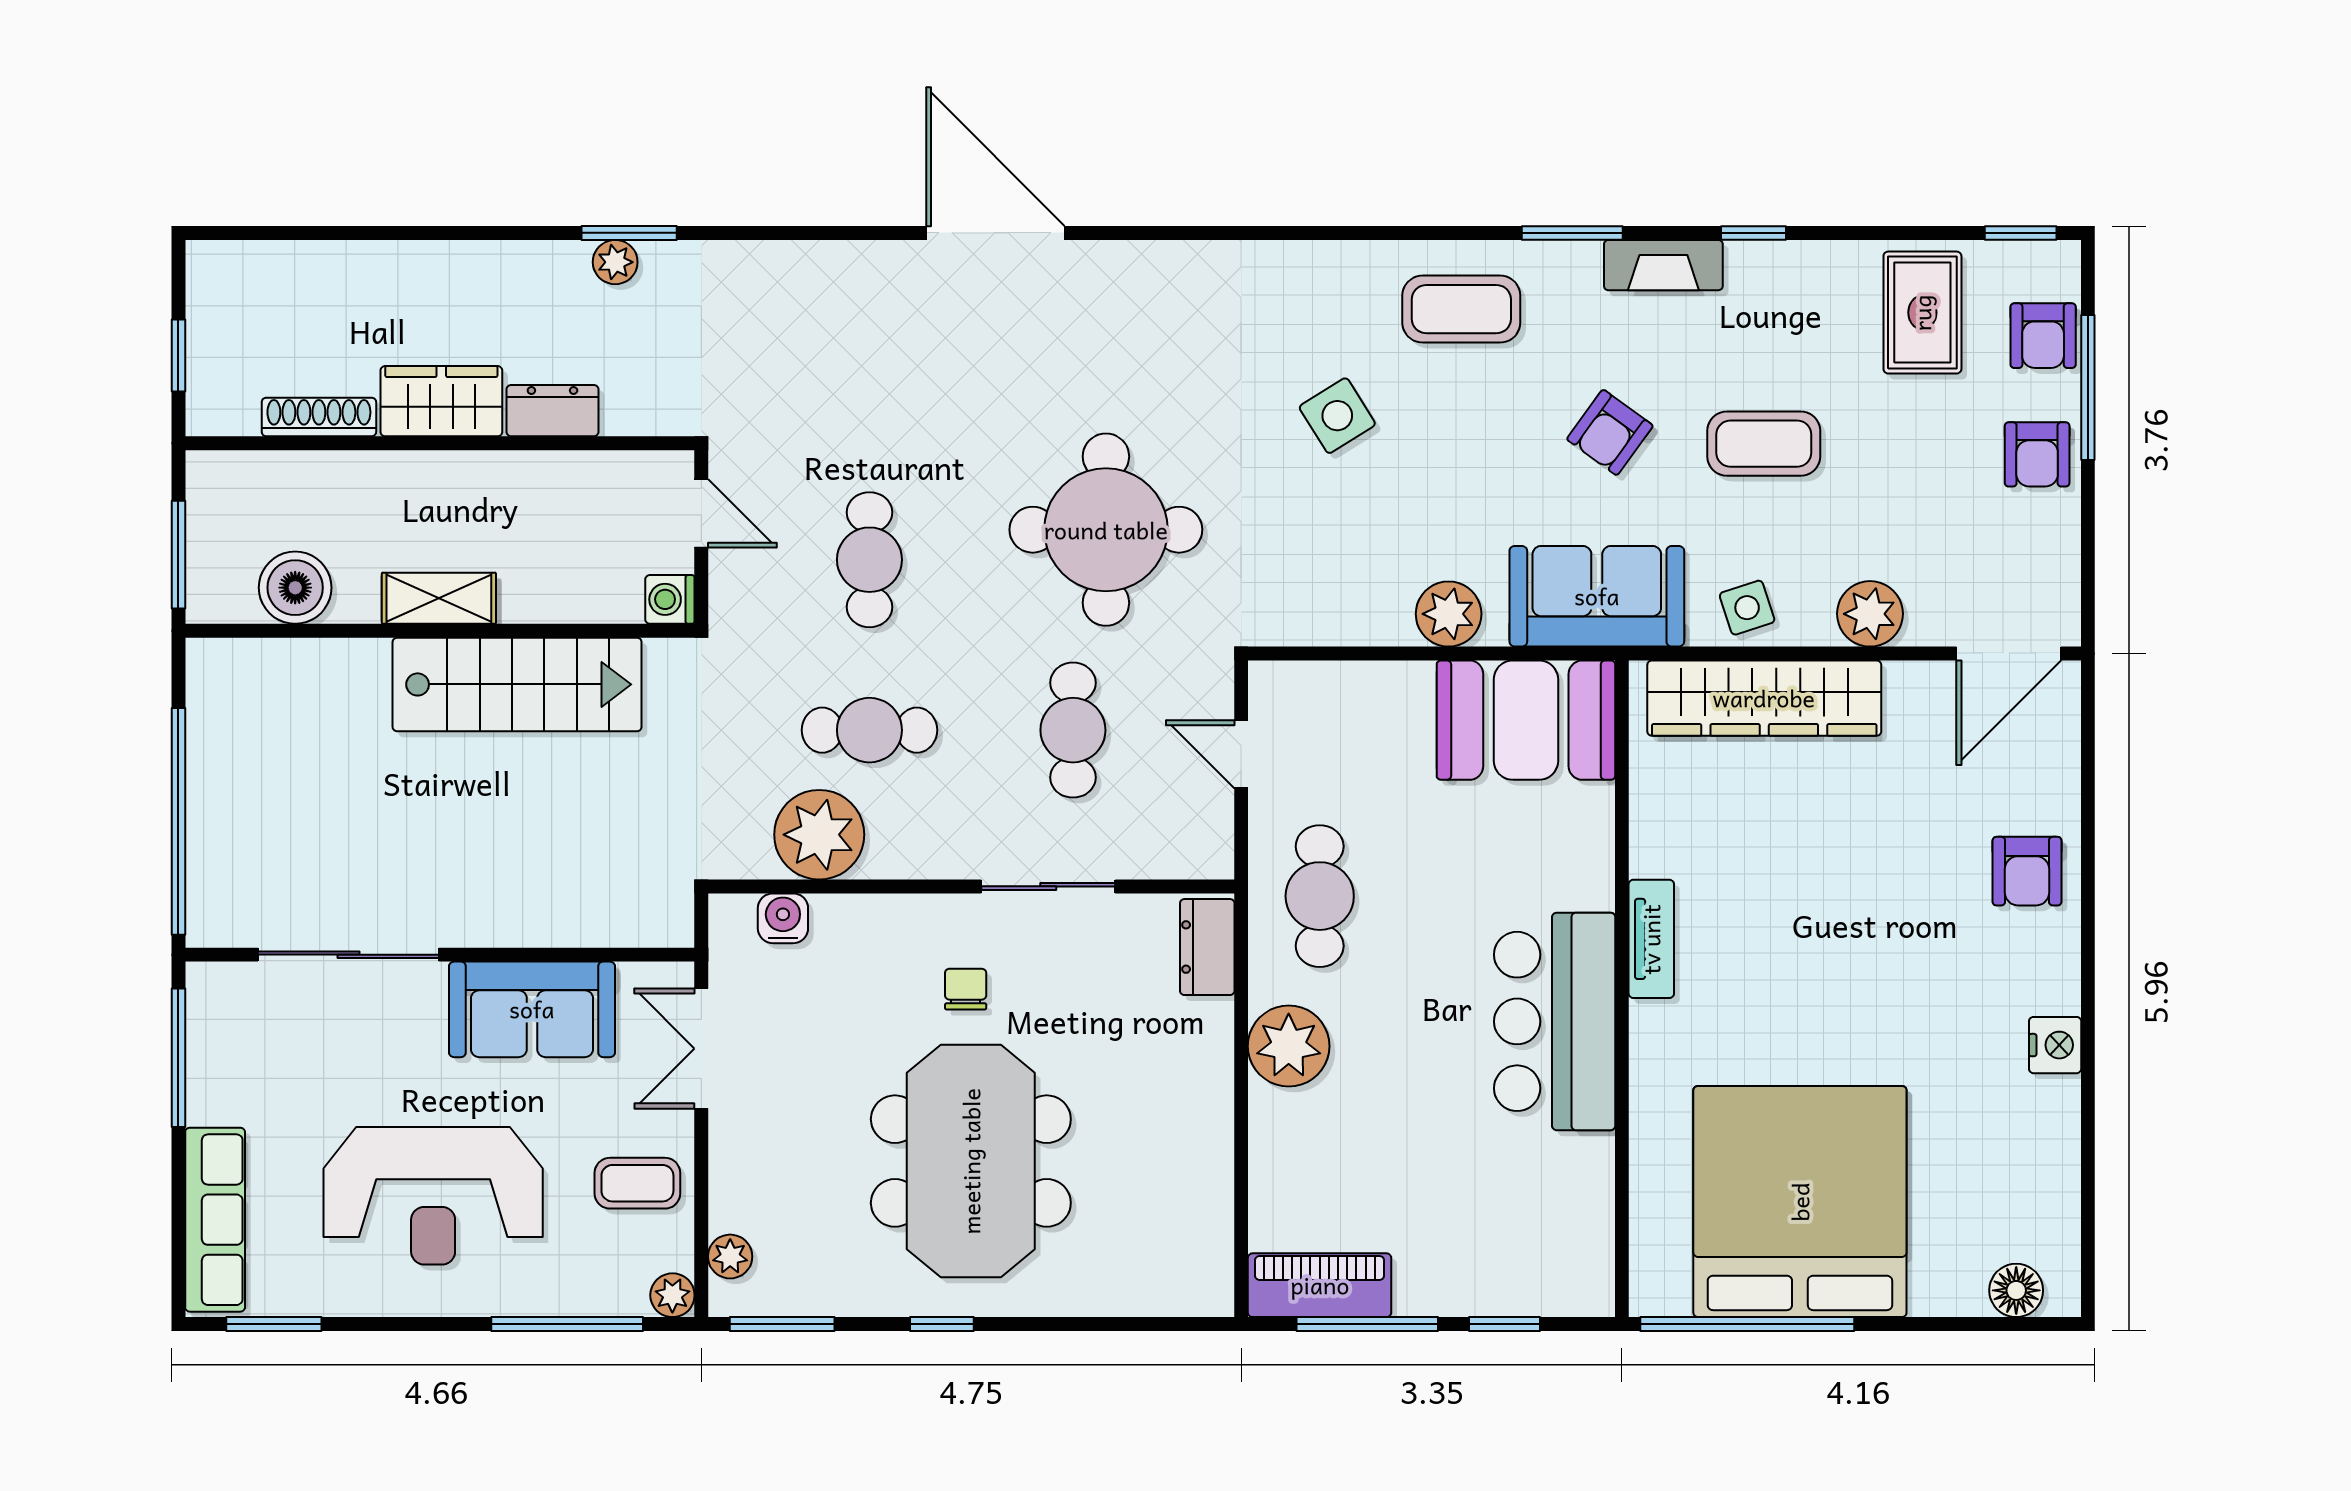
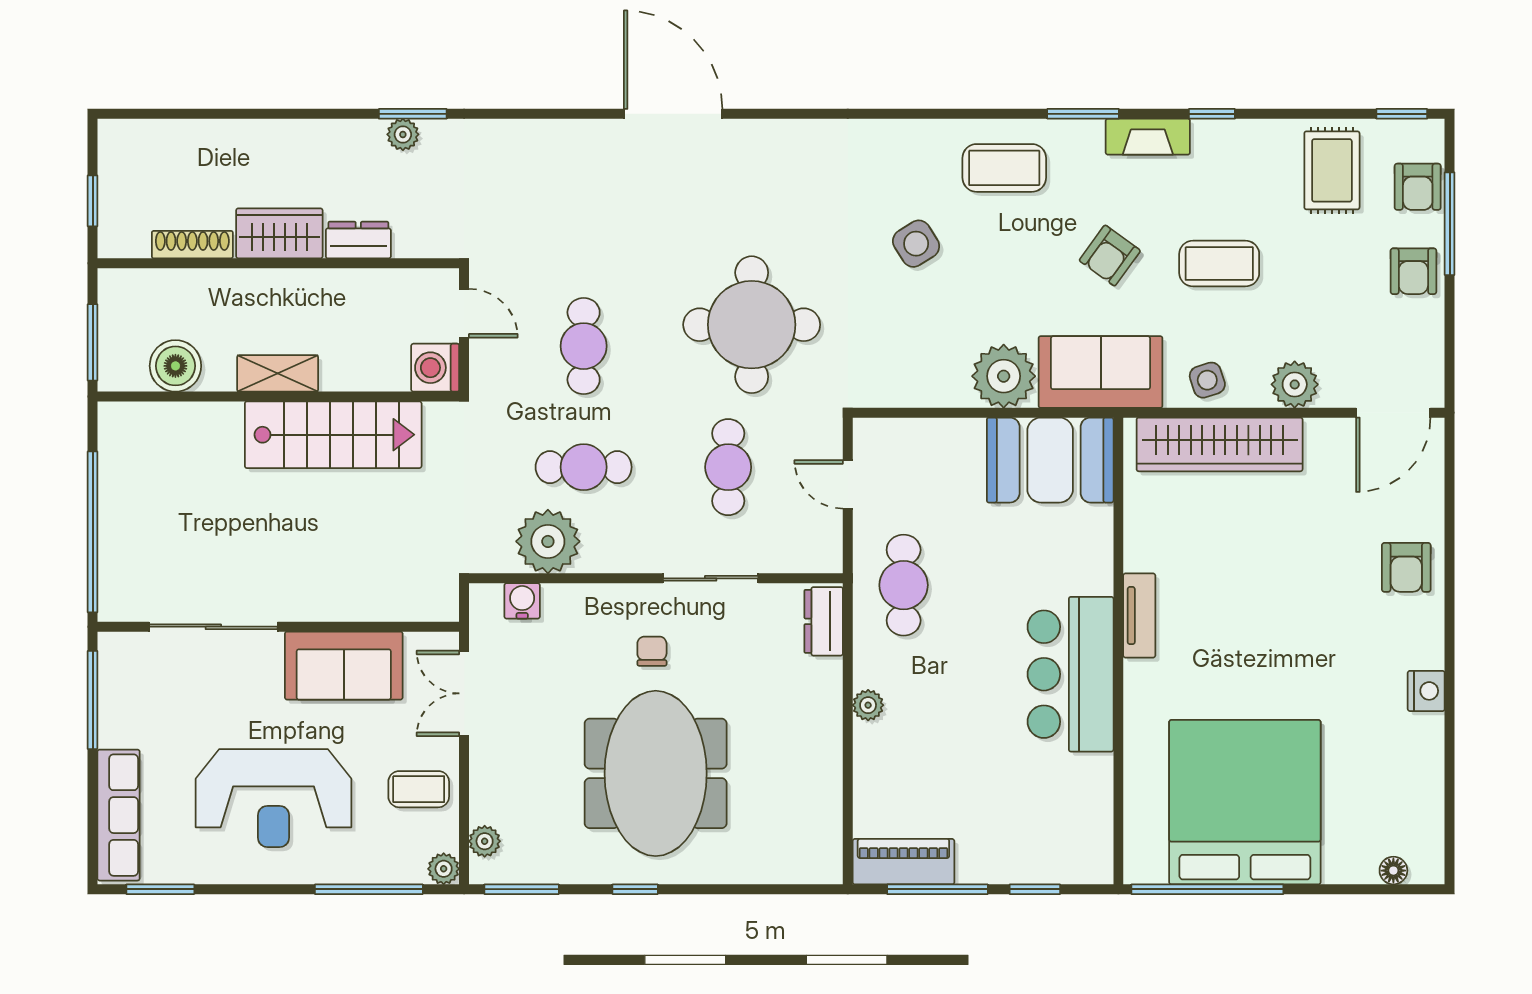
washing machine: (670, 599) -> (435, 368), width x1.38, depth x1.38
plant: (1449, 614) -> (1004, 376), width x1.36, depth x1.36
plant: (1289, 1046) -> (868, 705), width x0.53, depth x0.53
floor lamp: (2016, 1290) -> (1393, 871), width x0.73, depth x0.73

